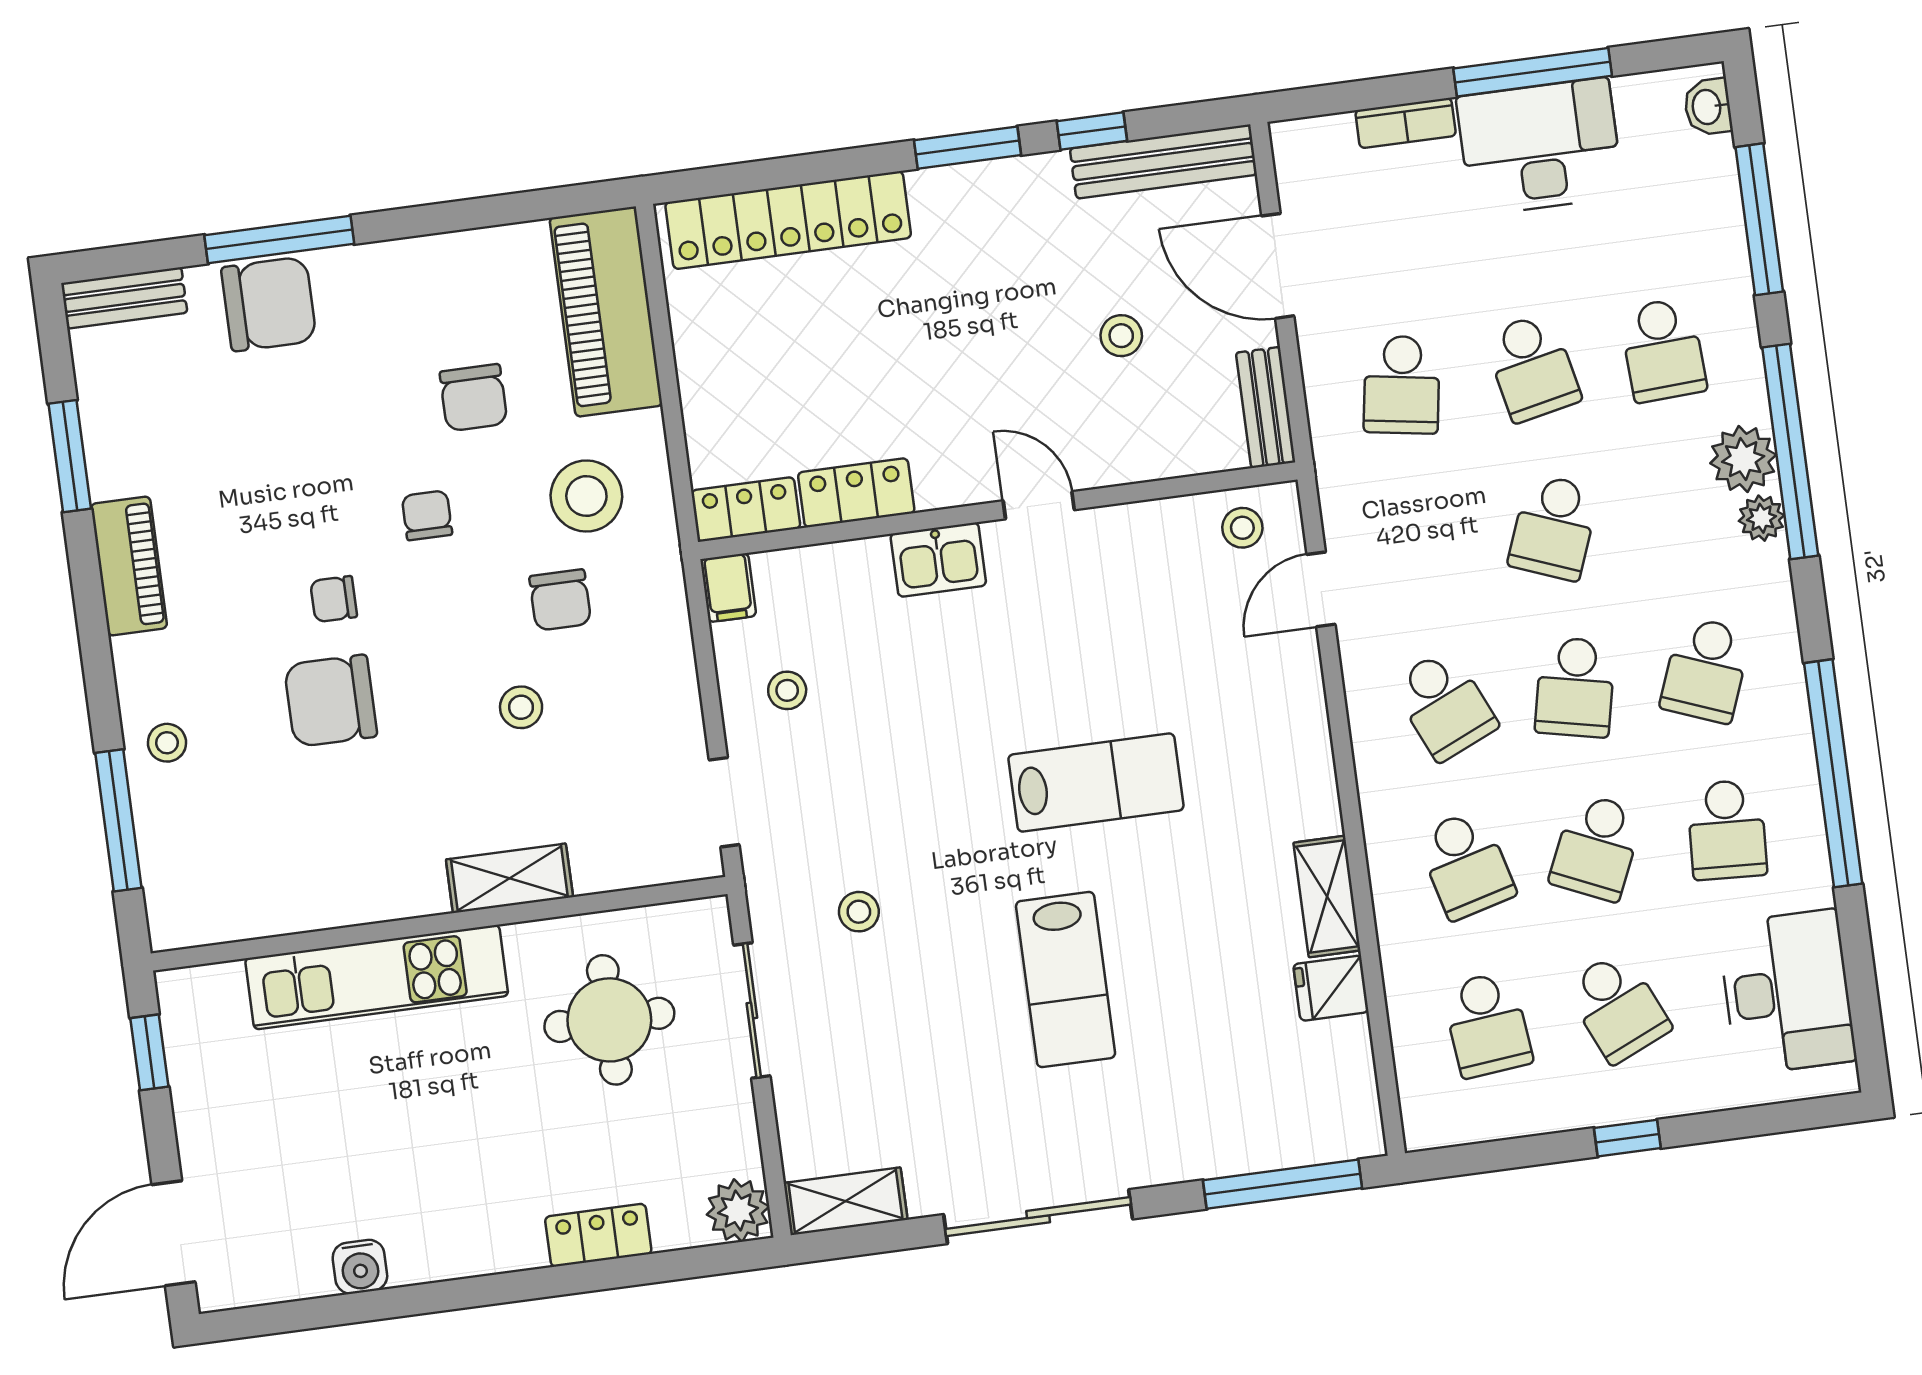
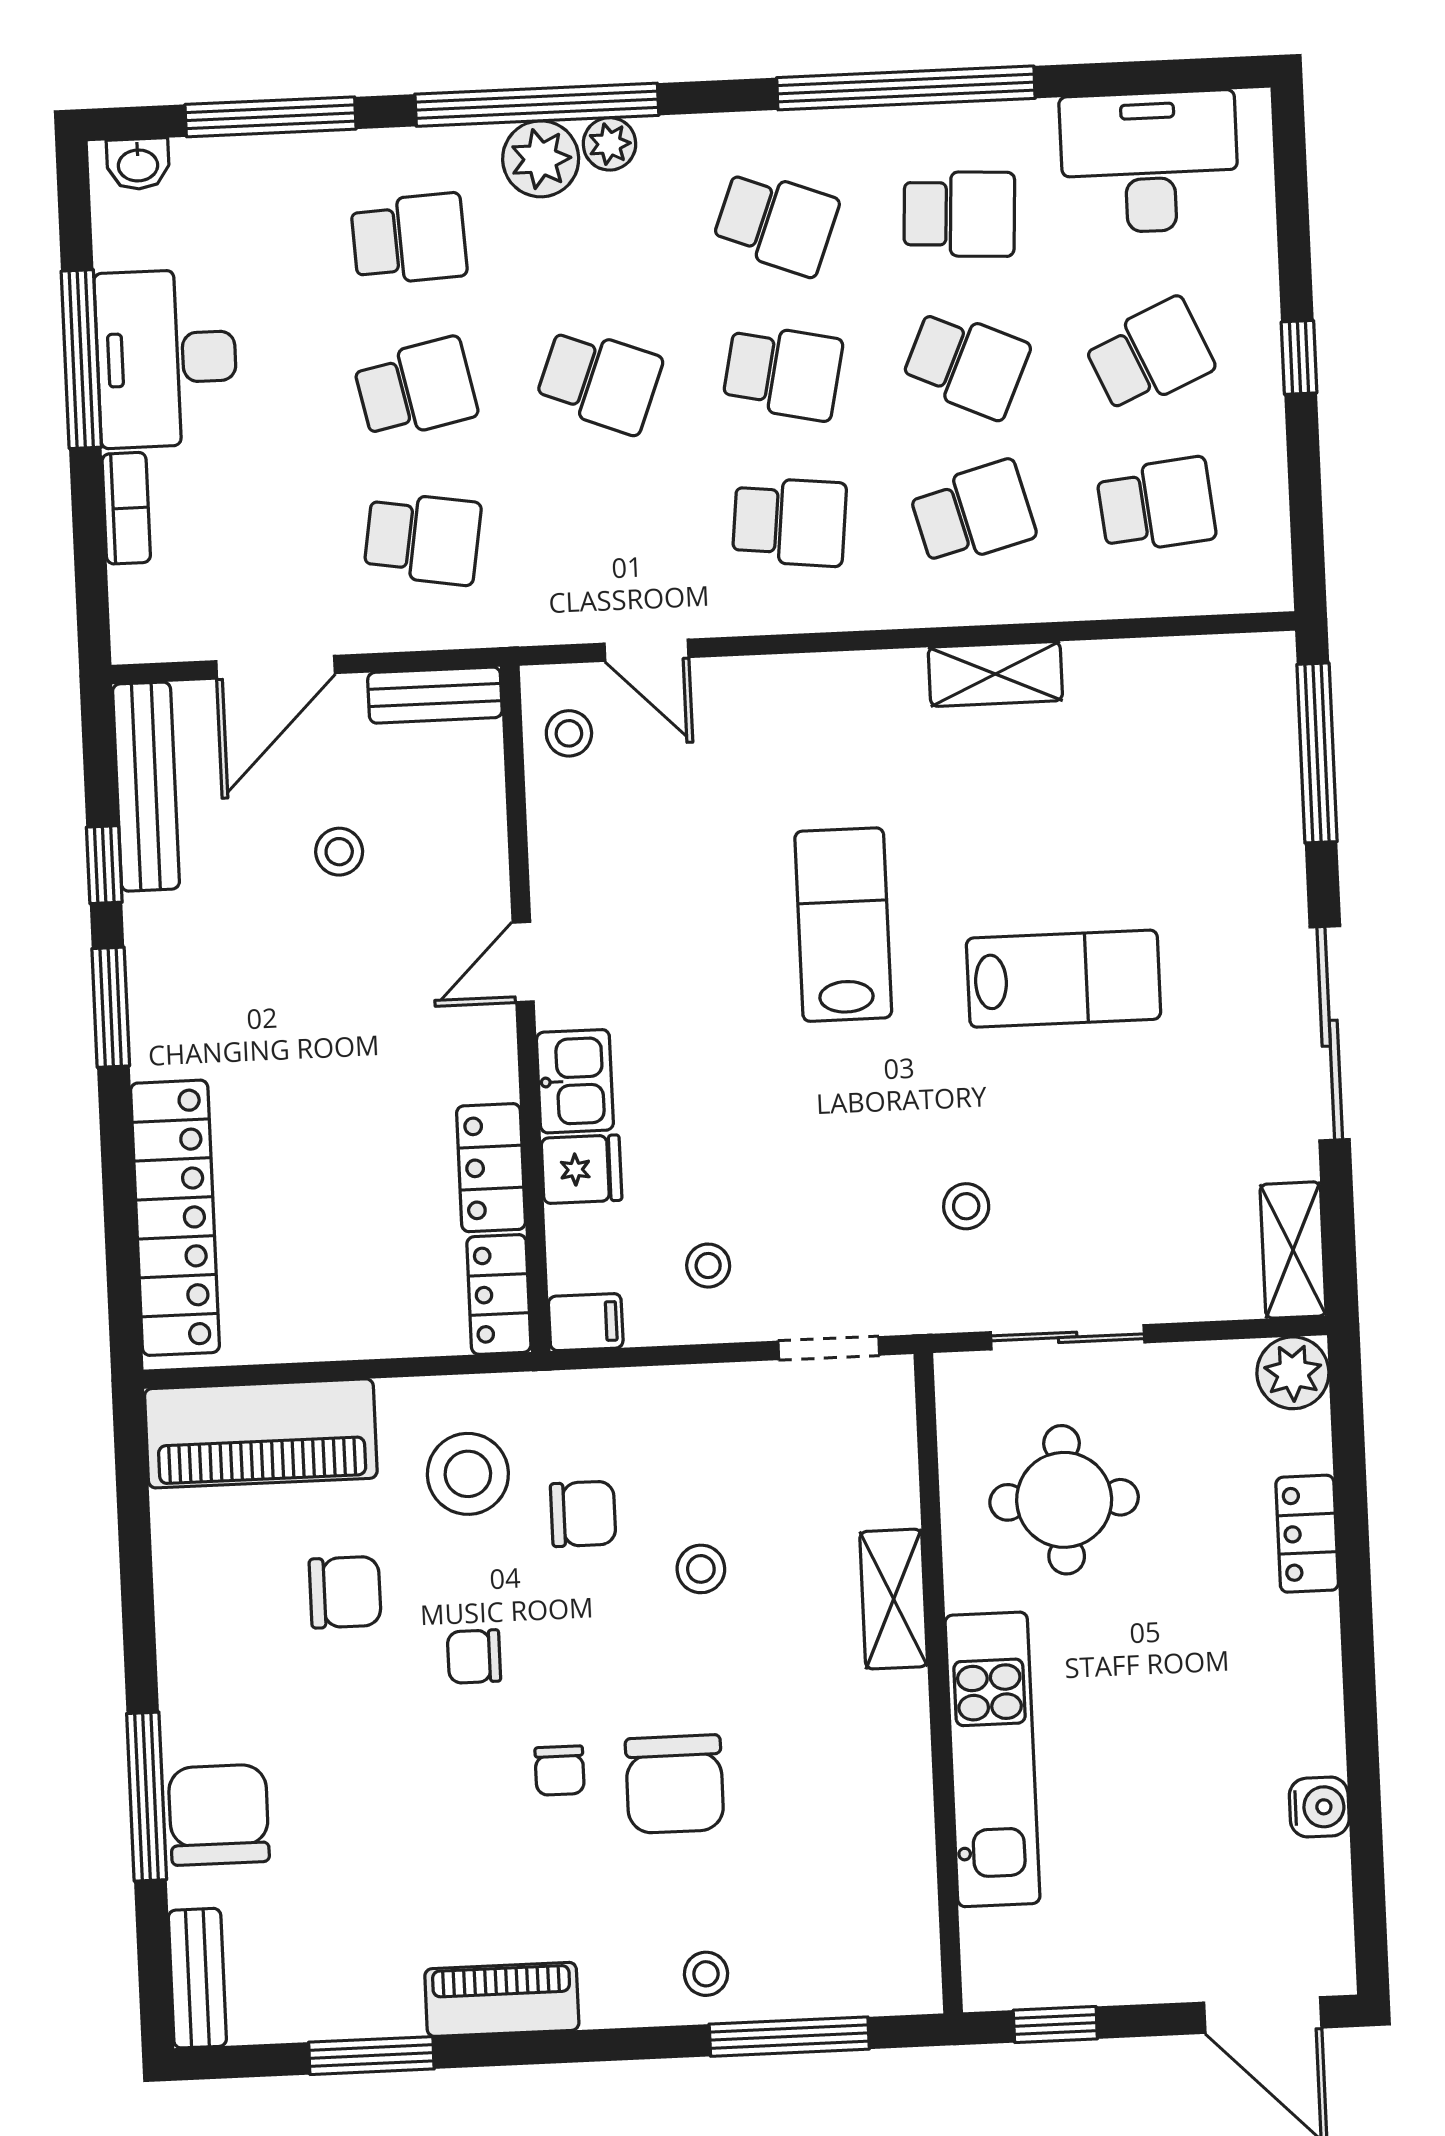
school desk: (1444, 705) -> (789, 522), turned 30
fridge: (1331, 988) -> (581, 1169), moved, turned -90

